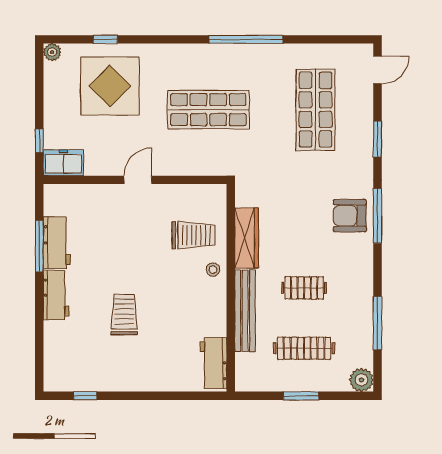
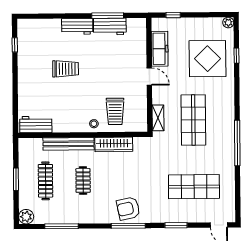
freezer: (63, 163) -> (160, 49), moved, width x1.40
shelving: (205, 166) -> (158, 118), added
armchair: (350, 216) -> (128, 208), turned -102

